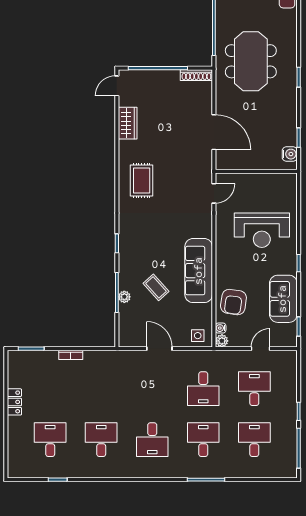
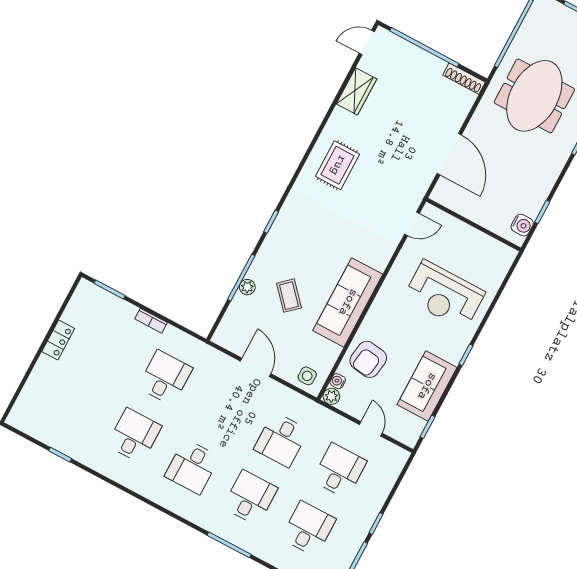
door: (261, 349) -> (371, 429), hinge flipped
desk: (50, 440) -> (165, 378), moved

